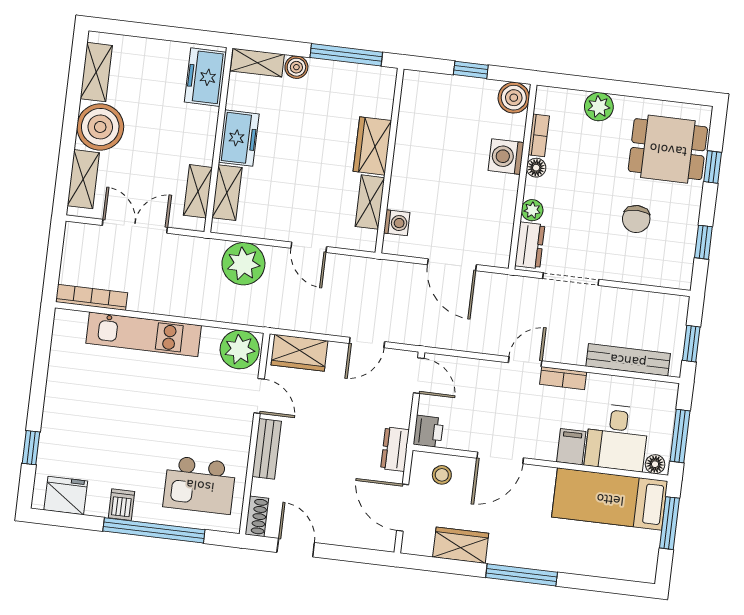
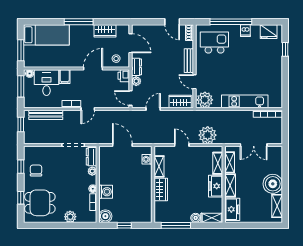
shelving: (83, 179) -> (230, 185), moved
chair: (636, 219) -> (36, 171), moved
plant: (400, 415) -> (136, 81), added
bed: (610, 499) -> (46, 35), moved

